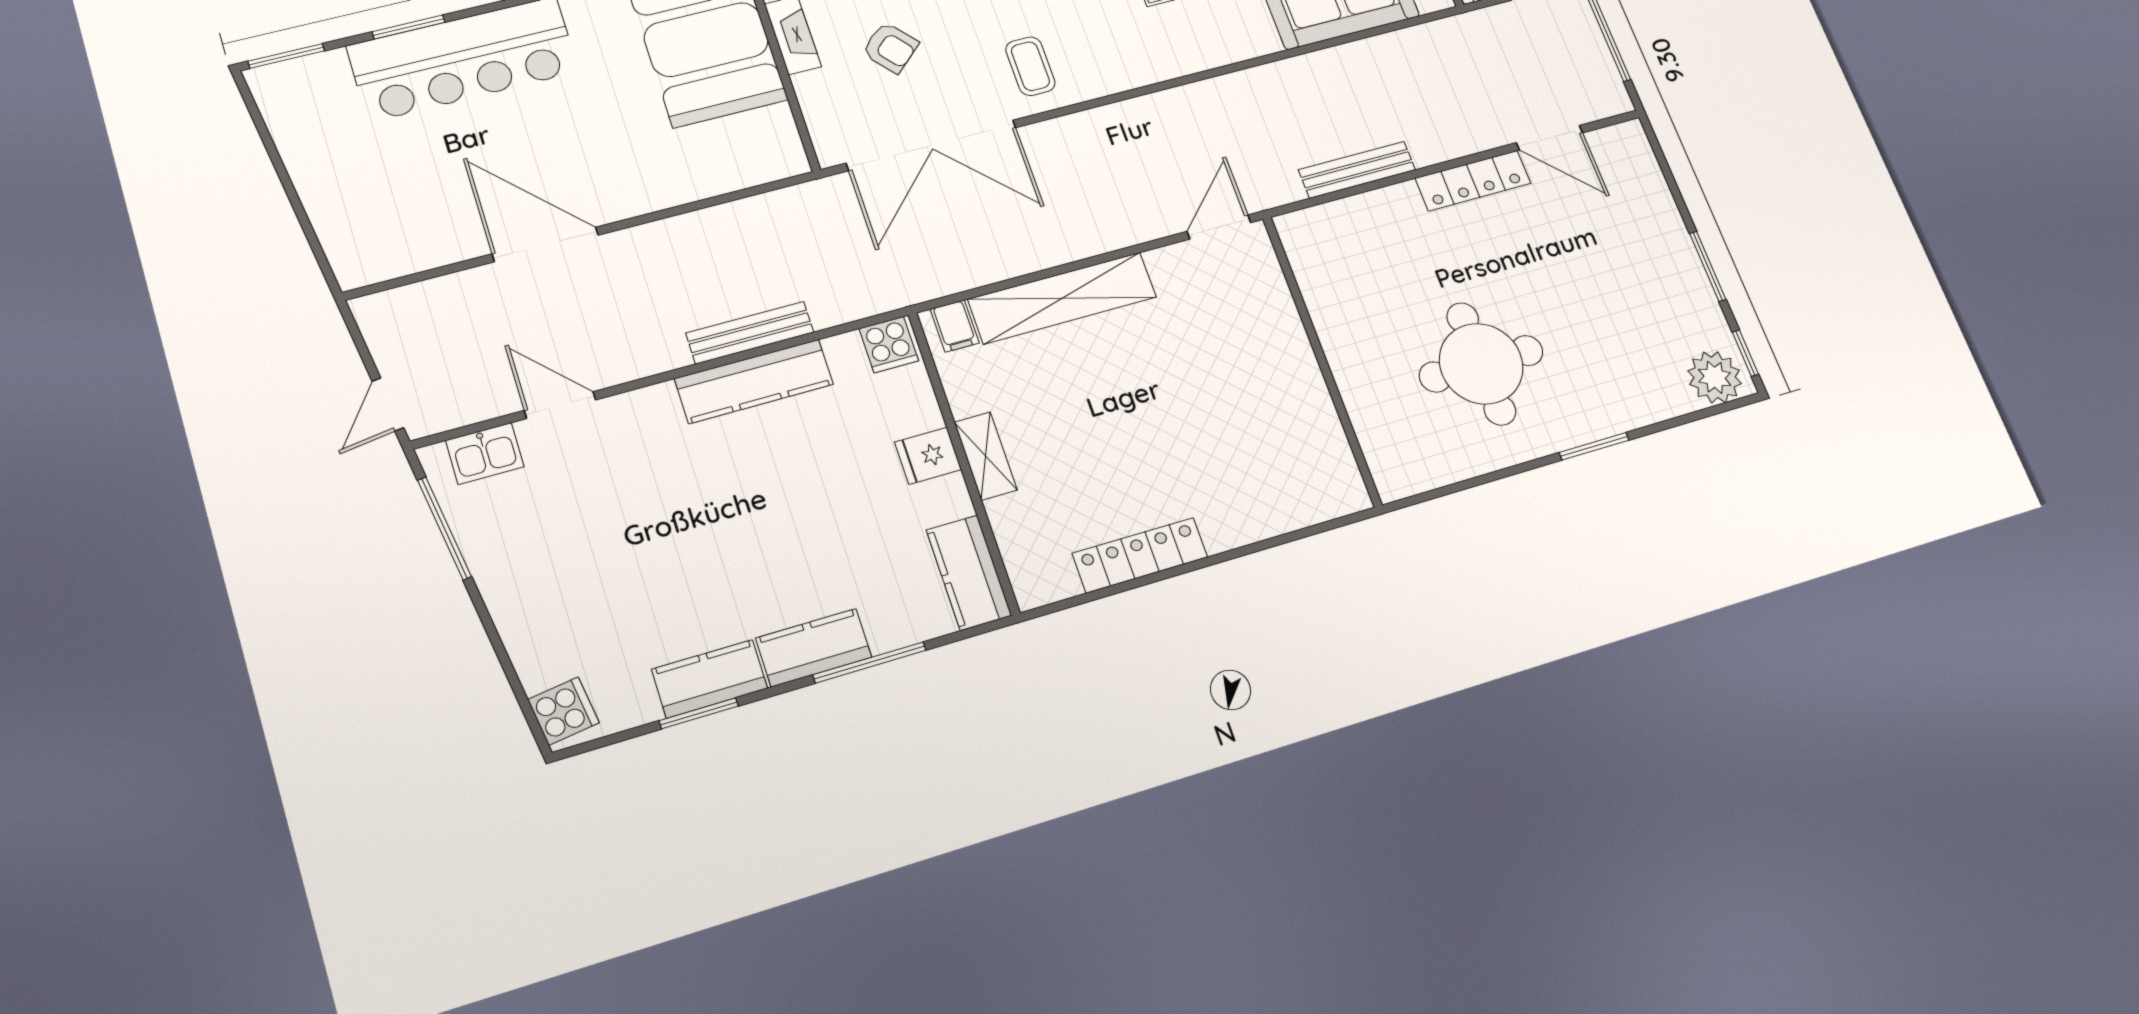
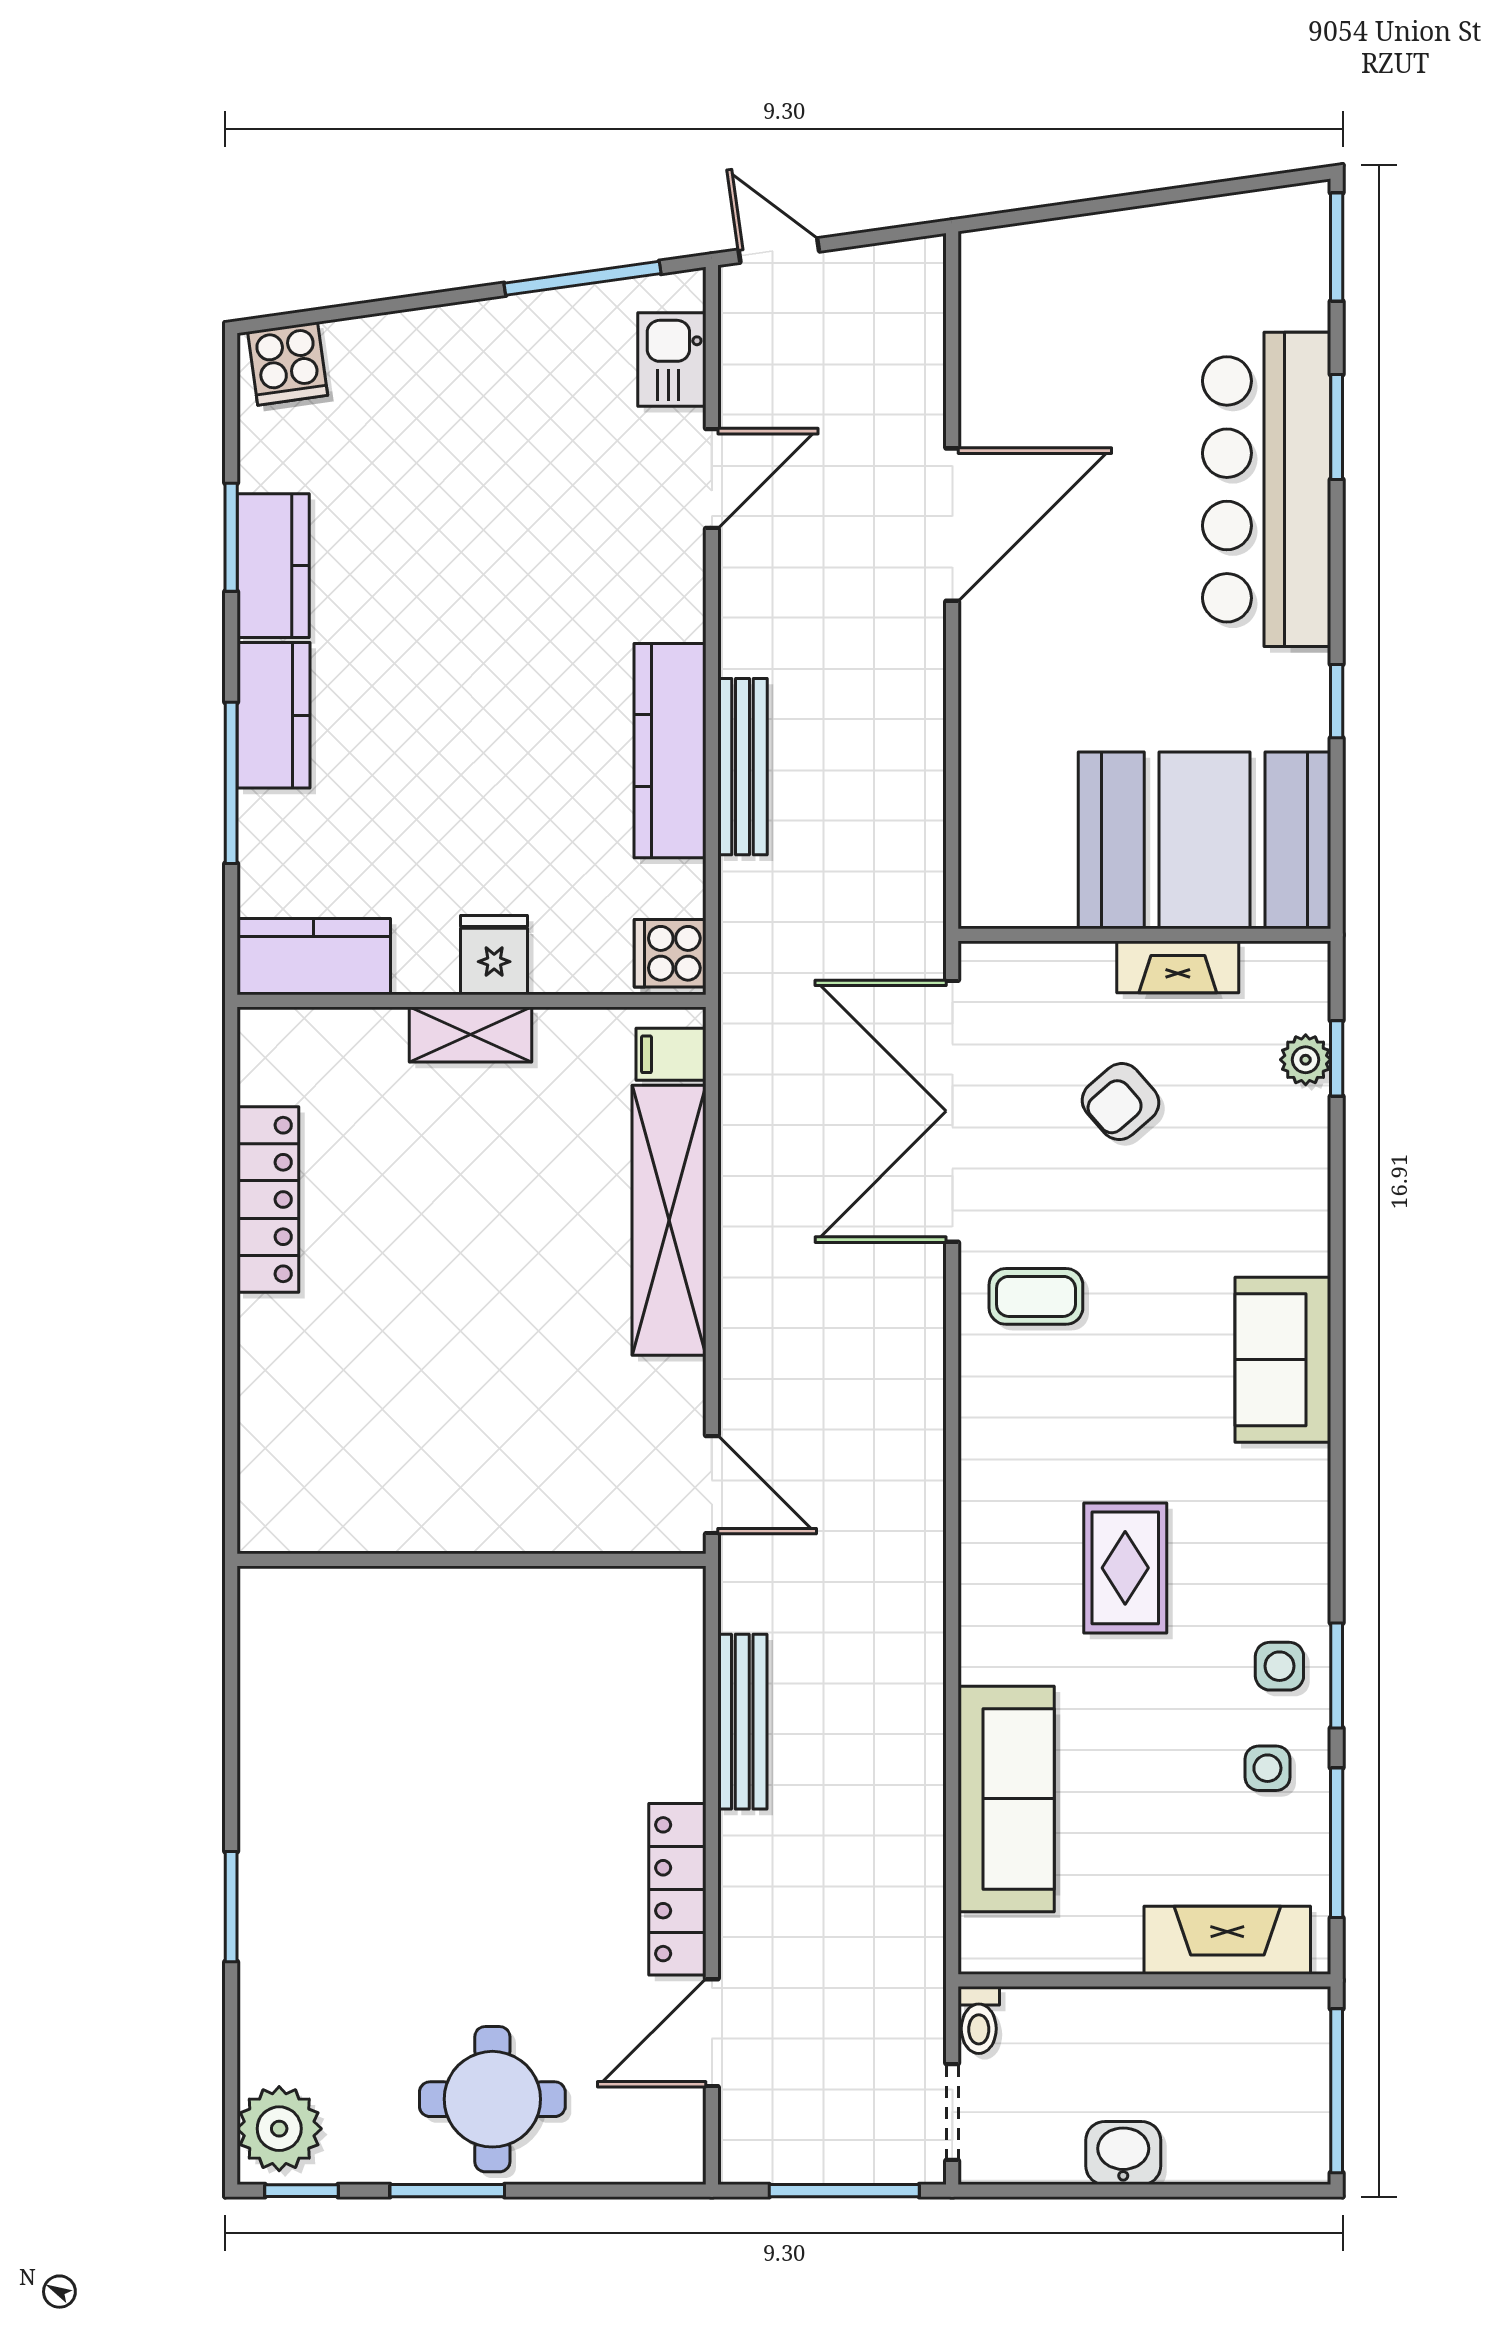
round table: (1481, 364) -> (492, 2099), moved, width x0.73, depth x0.73

